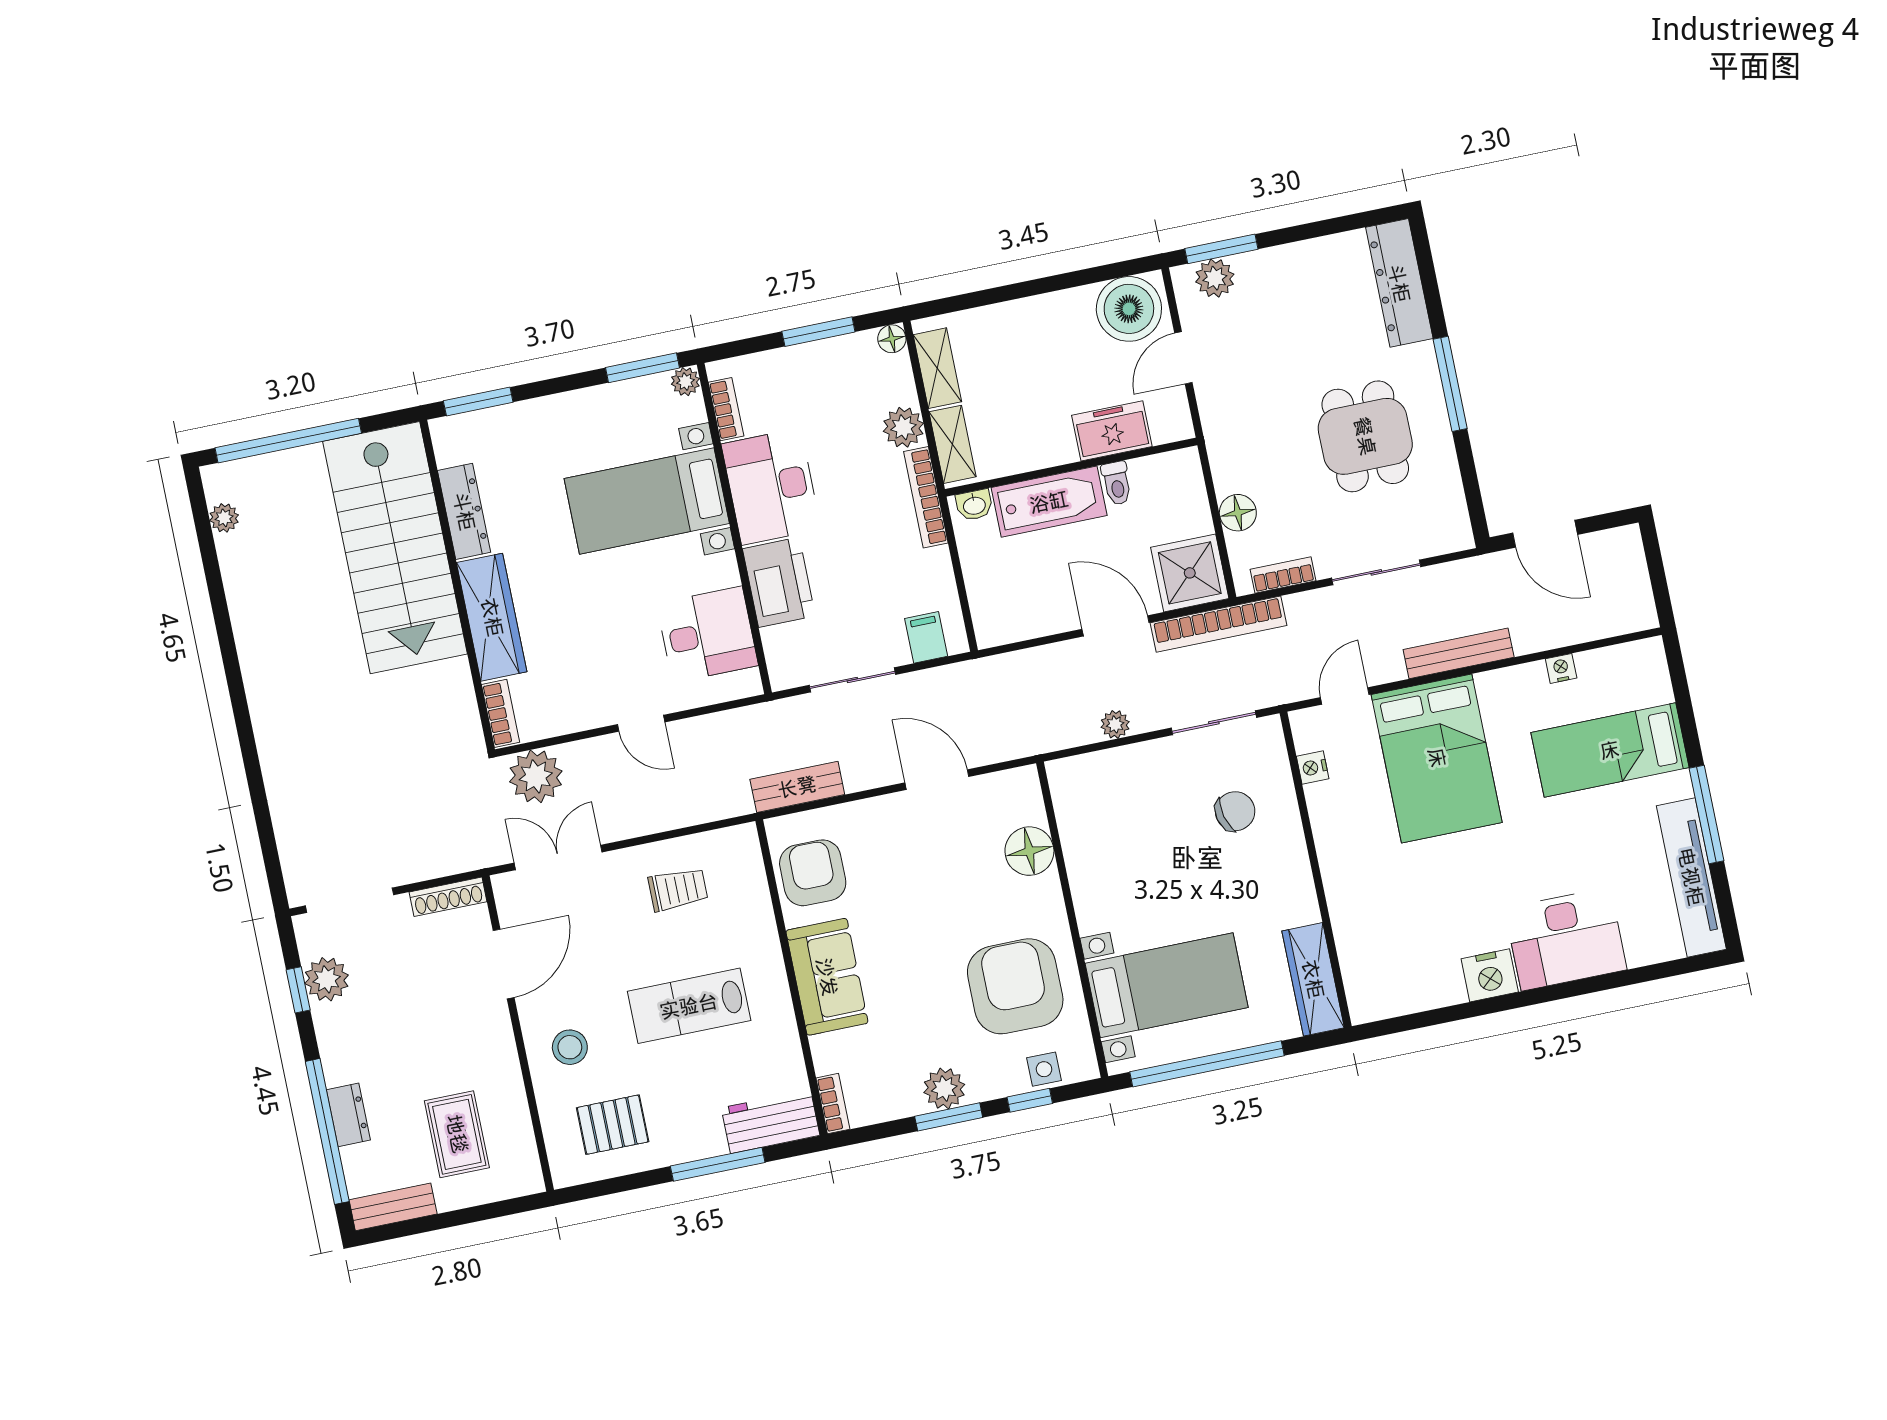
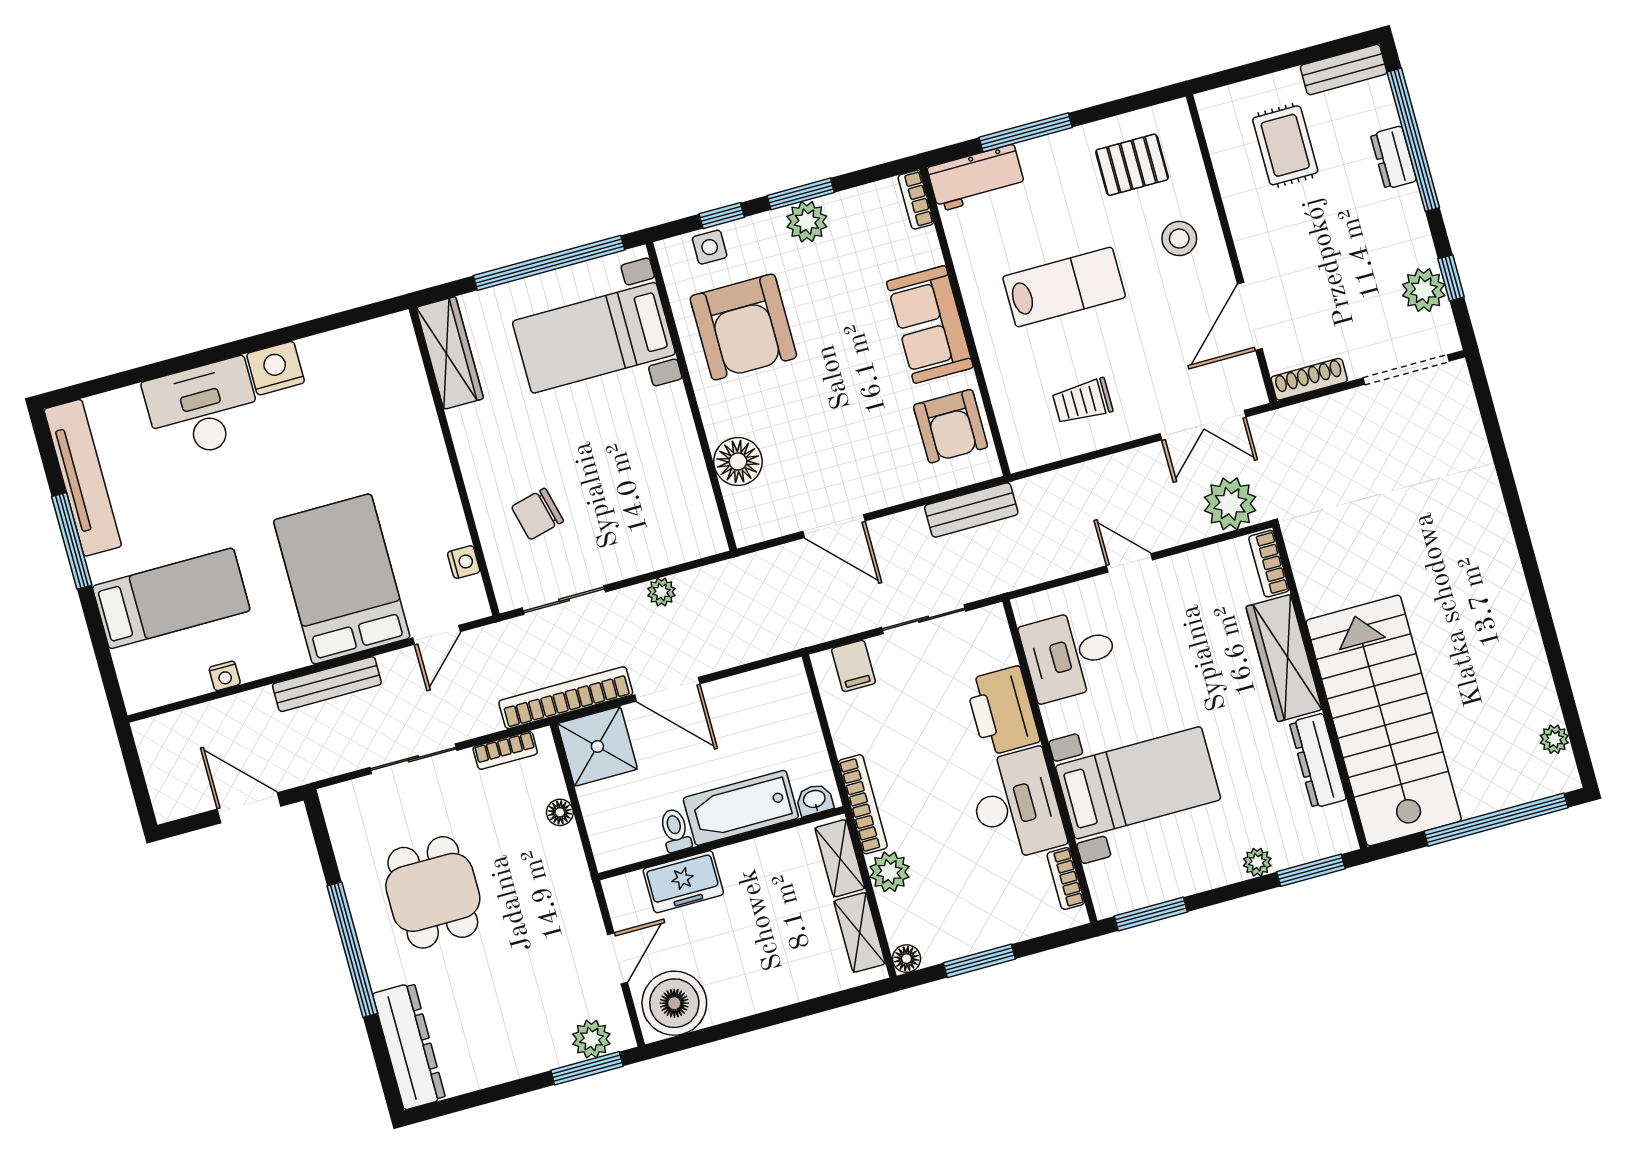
plant: (685, 382) -> (1257, 862), moved
window: (1450, 384) -> (352, 950), width x1.46
floor lamp: (1238, 513) -> (560, 812), width x0.73, depth x0.73

